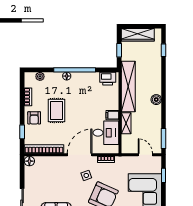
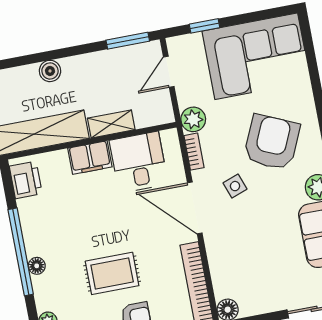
filing cabinet: (112, 115) -> (90, 158), width x2.00
plant: (121, 162) -> (193, 119), added

